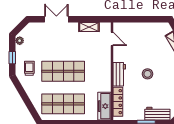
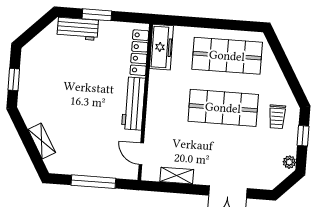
window: (140, 19) -> (93, 182), added
workbench: (119, 74) -> (133, 103), width x1.38
stool: (148, 74) -> (89, 94), removed

